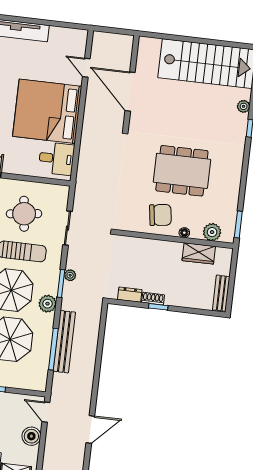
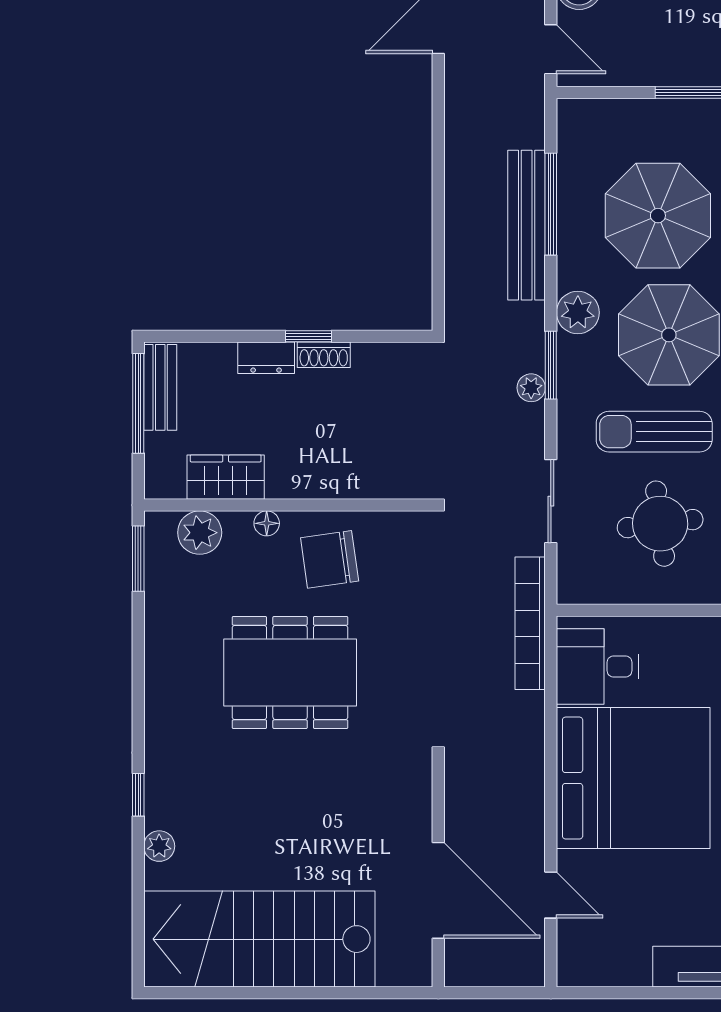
door: (130, 92) -> (438, 890), moved
bookcase: (82, 179) -> (530, 623), added
window: (231, 288) -> (138, 403), added
dresser: (130, 295) -> (266, 358), moved

